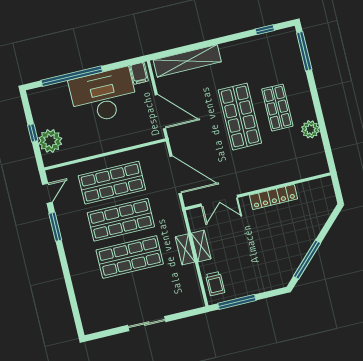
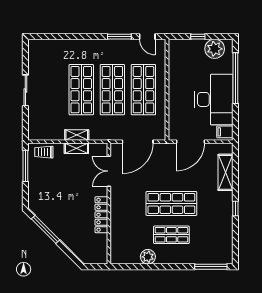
window: (265, 30) -> (235, 209), moved
shelving: (187, 61) -> (225, 172), width x0.68
plant: (50, 141) -> (215, 49), moved

